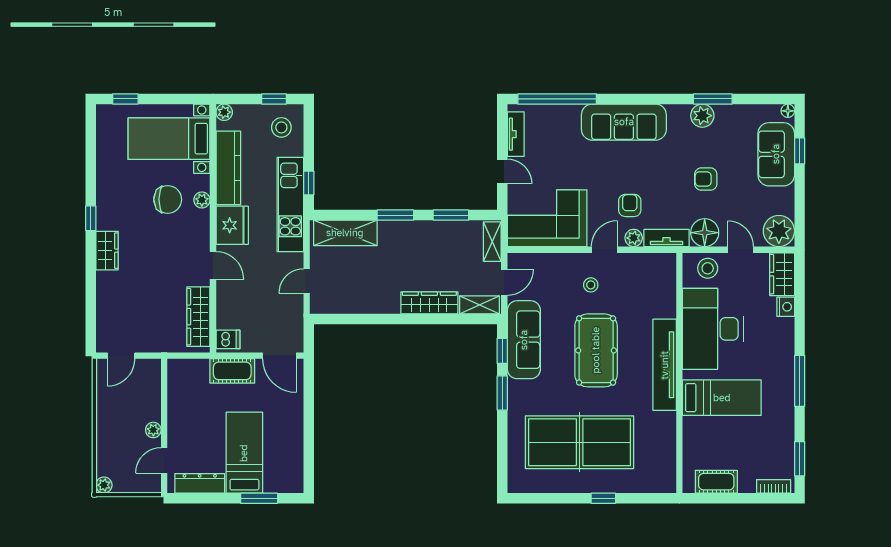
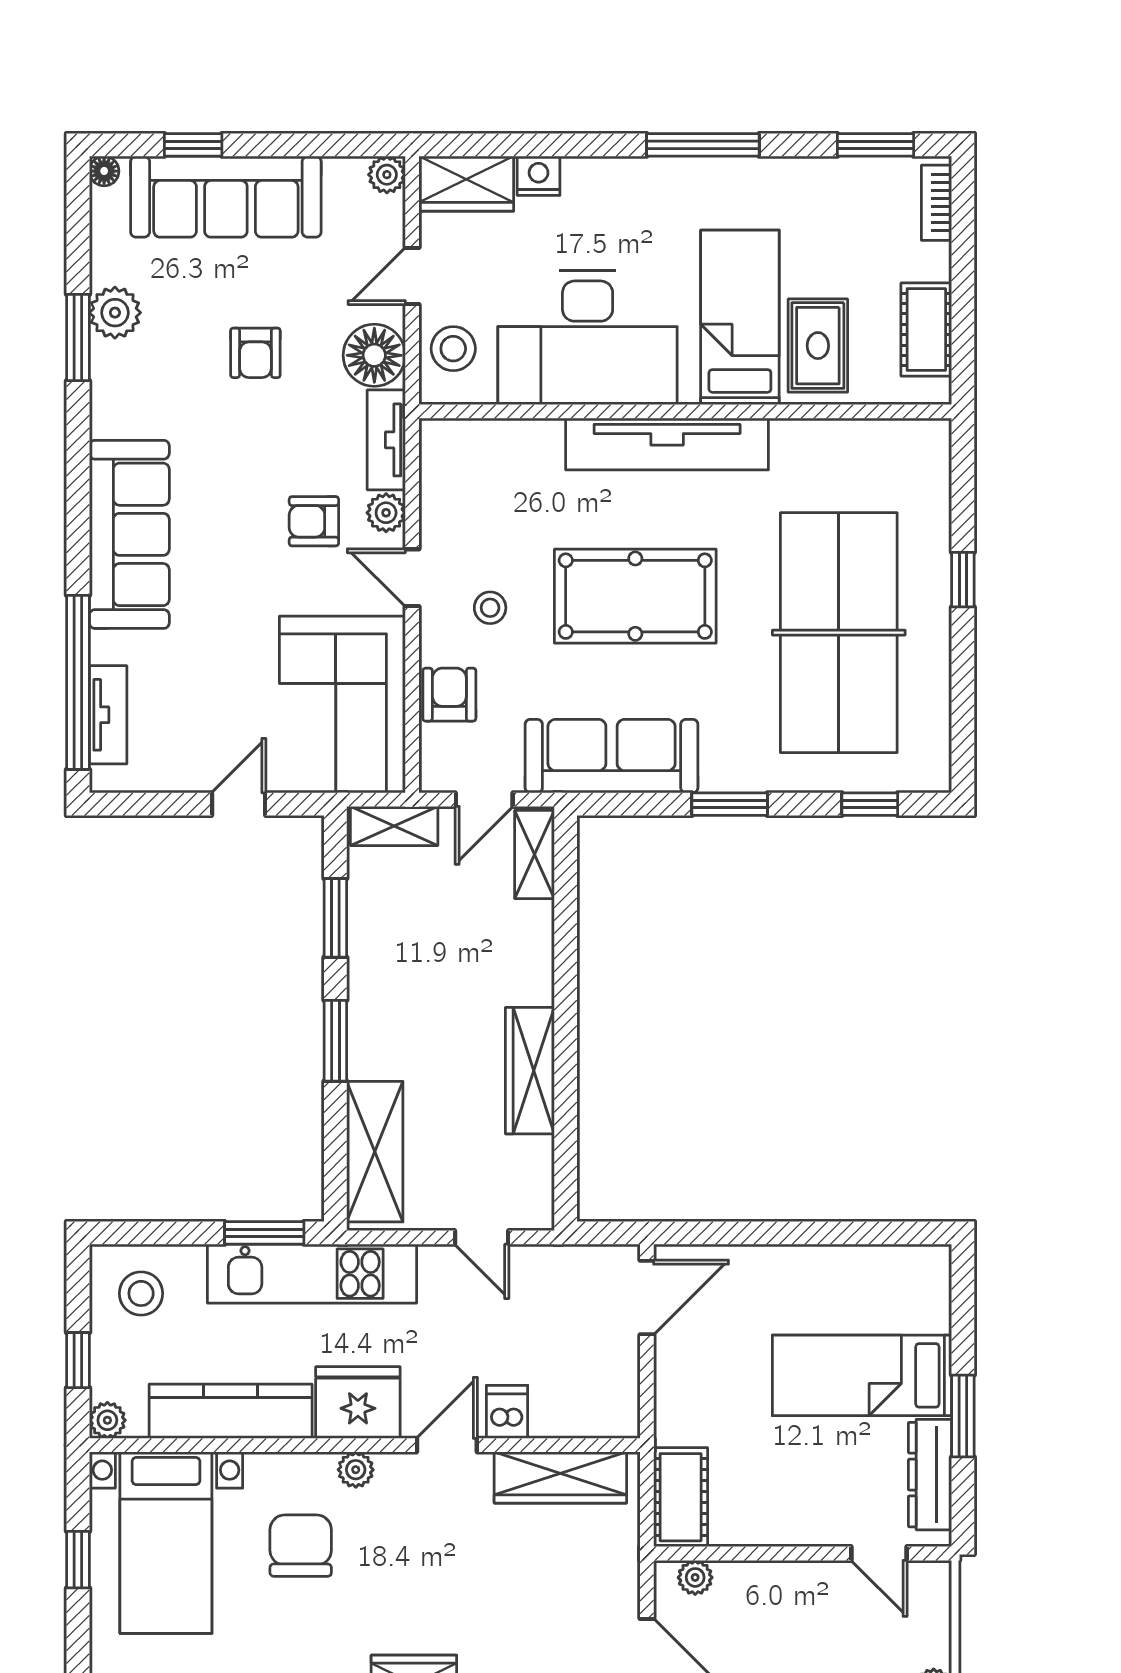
window: (125, 99) -> (78, 1560), moved
window: (274, 99) -> (78, 1360), moved
plant: (702, 116) -> (115, 313), moved
tv unit: (516, 134) -> (108, 715), moved, turned 90
sofa: (776, 154) -> (226, 197), width x1.36
window: (309, 183) -> (264, 1233), width x1.50
plant: (202, 200) -> (356, 1470), moved
plant: (779, 231) -> (387, 175), width x0.53, depth x0.53
armchair: (552, 267) -> (449, 695), added
door: (504, 282) -> (484, 800), swing flipped
wardrobe: (429, 303) -> (530, 1071), moved
dishwasher: (228, 339) -> (507, 1412), moved
window: (502, 351) -> (870, 804), moved
cot: (232, 371) -> (681, 1497), moved
plant: (153, 430) -> (695, 1577), moved
rug: (709, 433) -> (818, 346), added
window: (259, 498) -> (963, 1416), moved

